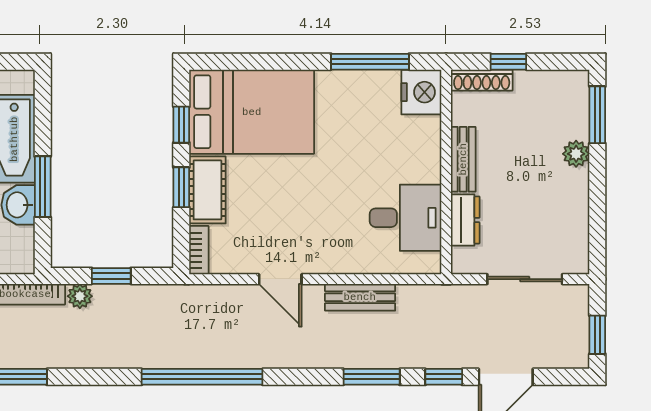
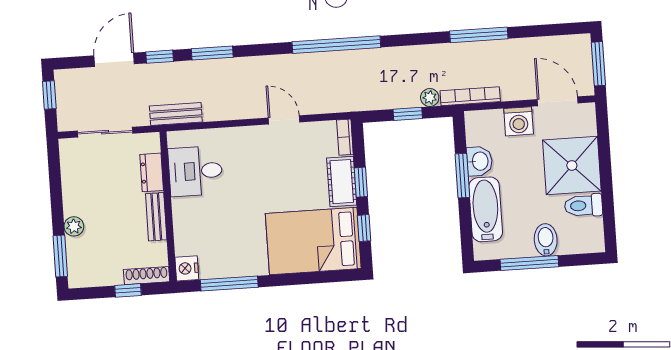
nightstand: (421, 92) -> (187, 268), width x0.74, depth x0.75
bench: (360, 297) -> (176, 114), moved

